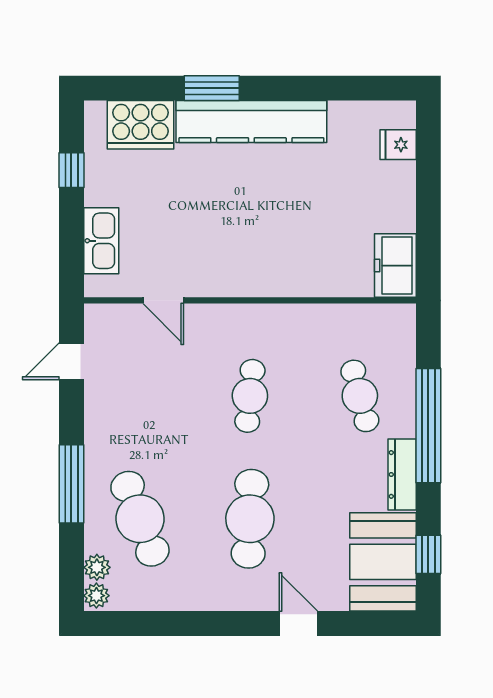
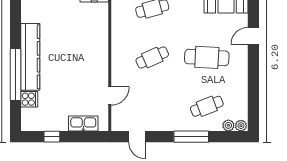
window: (212, 88) -> (16, 74), width x2.11
cooker: (141, 125) -> (29, 99), width x0.53, depth x0.76
cafe table: (250, 396) -> (152, 57), turned -30
cafe table: (140, 519) -> (207, 106), width x0.73, depth x0.74

